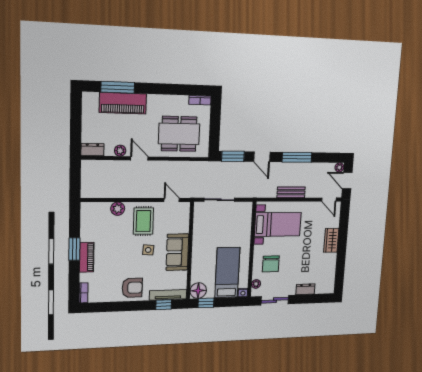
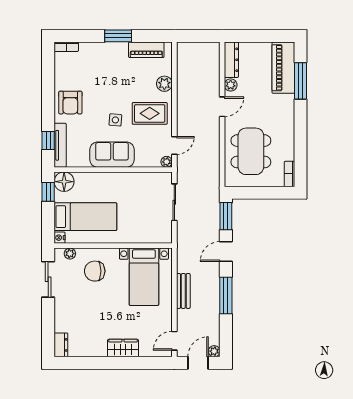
piano: (123, 103) -> (283, 68), moved
dresser: (92, 150) -> (231, 60), width x1.44
plant: (185, 206) -> (167, 162), added
piano: (87, 257) -> (146, 50), moved
dresser: (305, 289) -> (61, 345), moved

